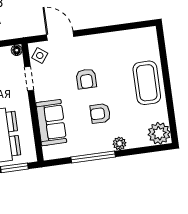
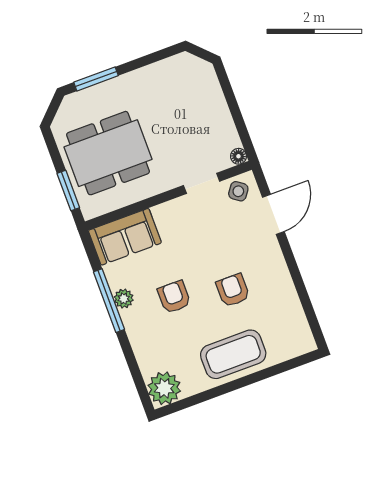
armchair: (86, 79) -> (233, 290), moved, turned 90
sofa: (51, 123) -> (125, 237), moved
plant: (119, 143) -> (124, 299), moved

